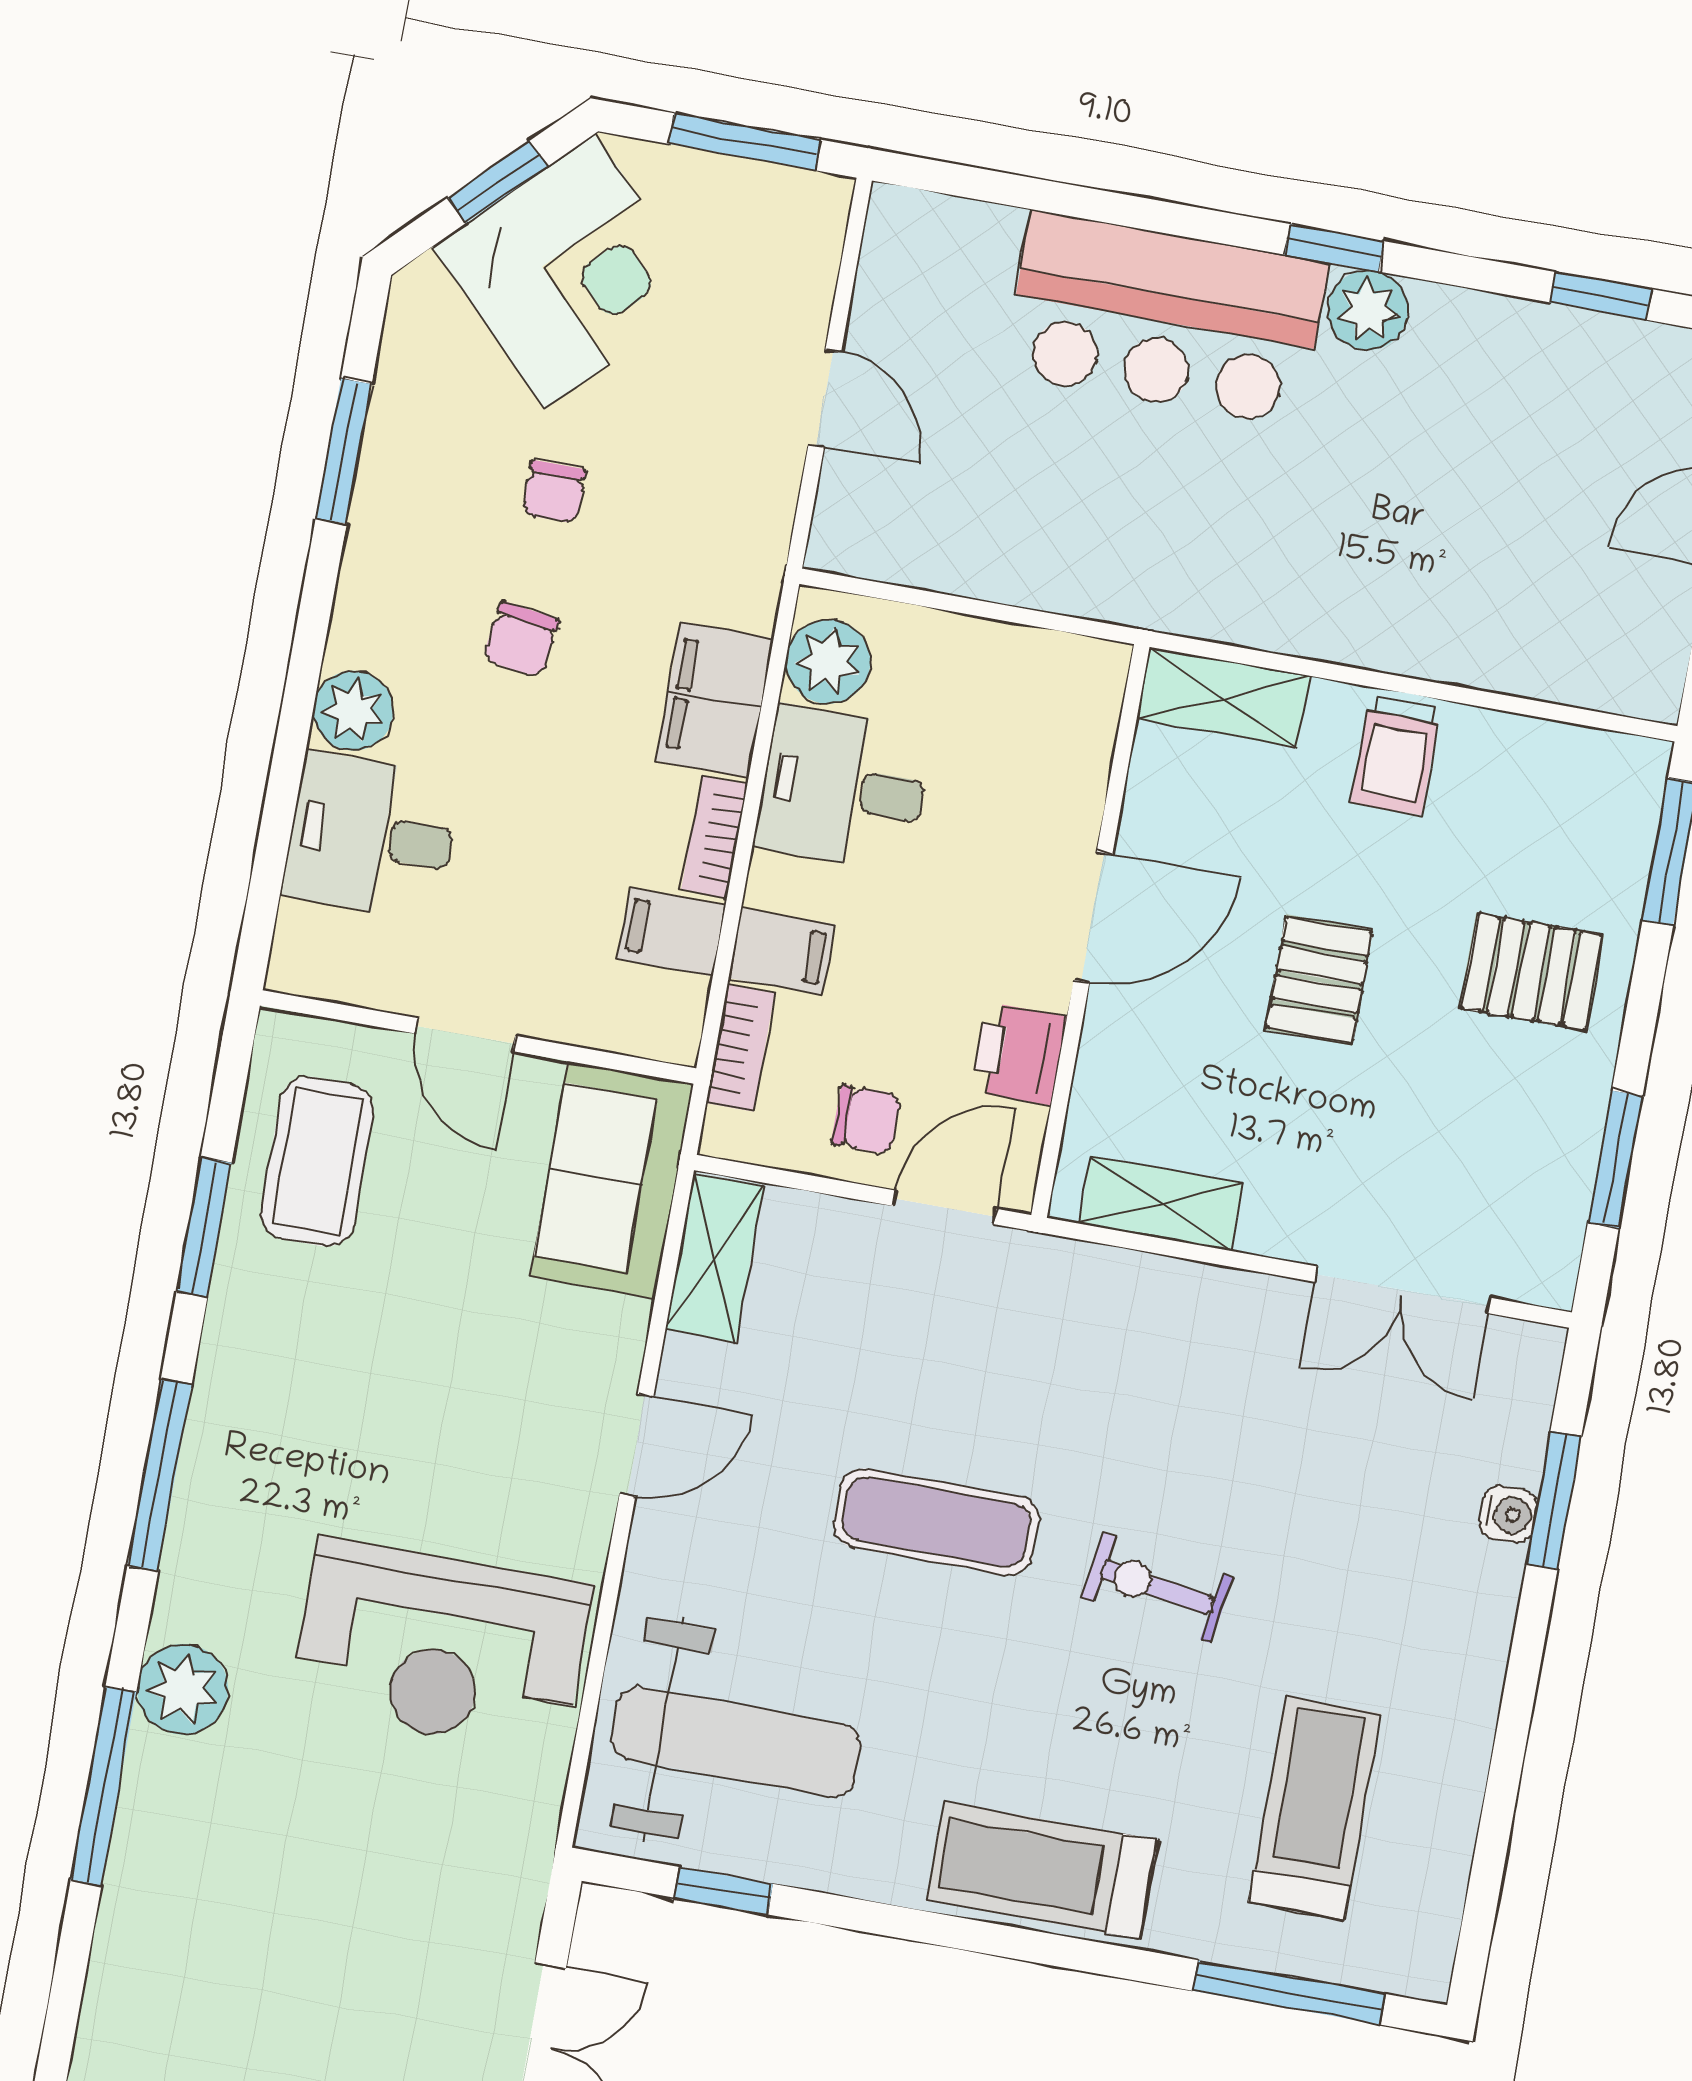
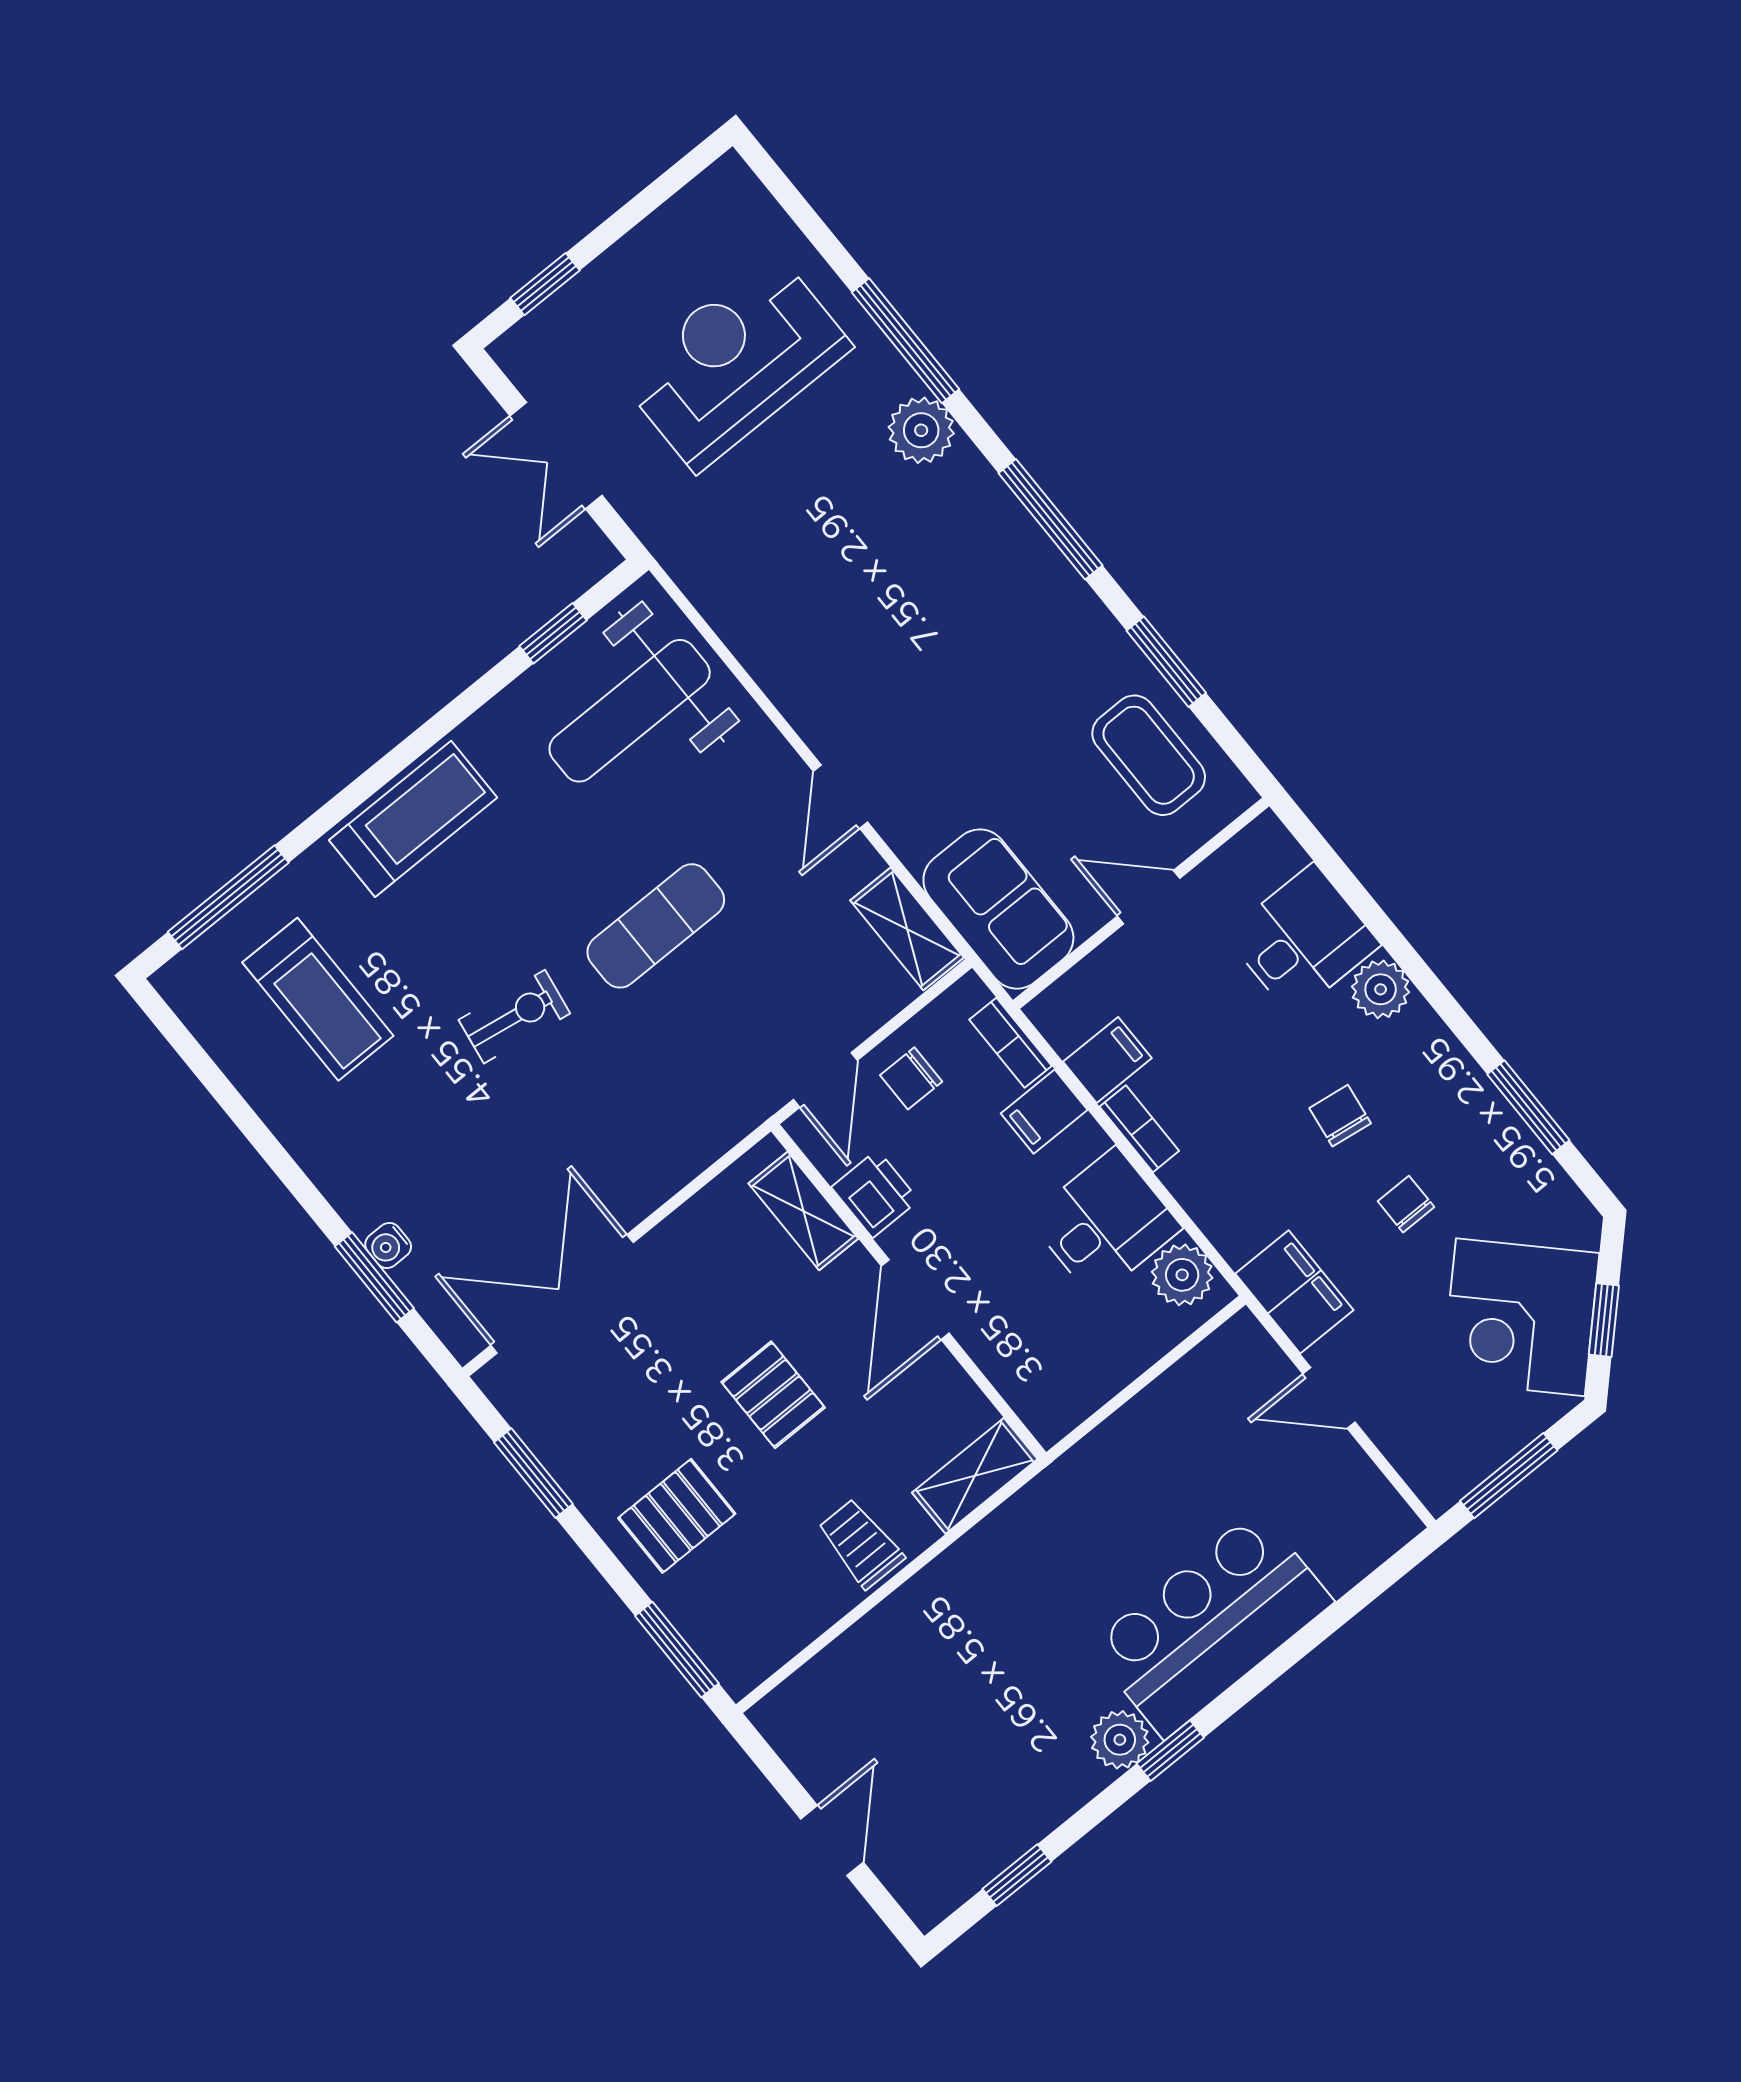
filing cabinet: (715, 700) -> (1294, 1292), moved
shelving: (1161, 1203) -> (803, 1211), moved, turned 90
double door: (1403, 1290) -> (562, 1294), width x1.37
reception desk: (441, 1647) -> (735, 362), moved

